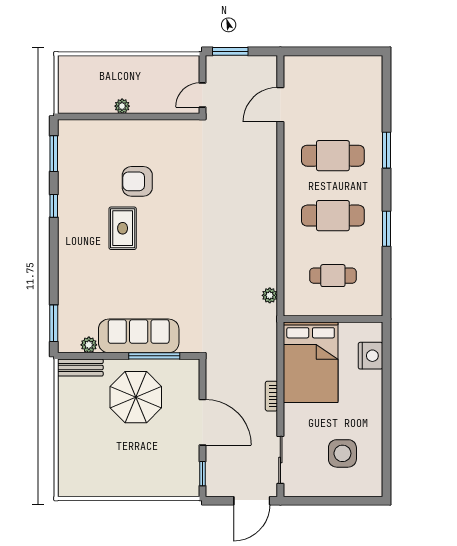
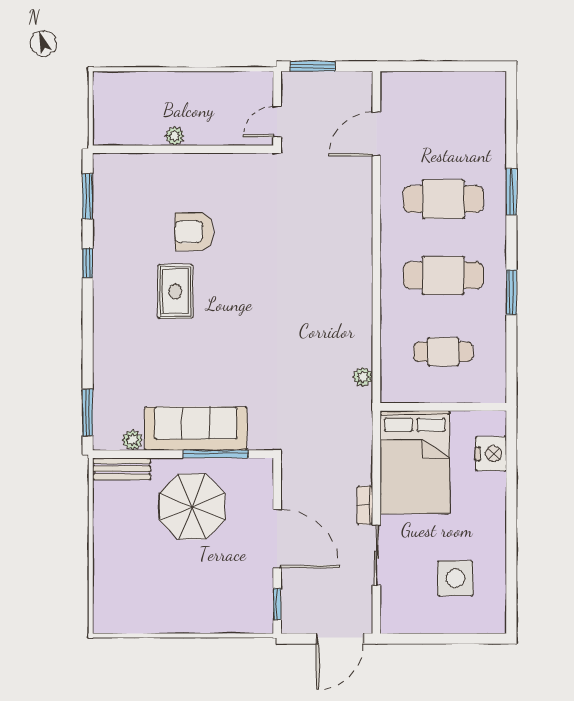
sliding door: (280, 460) -> (376, 555), moved

